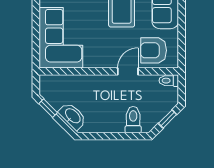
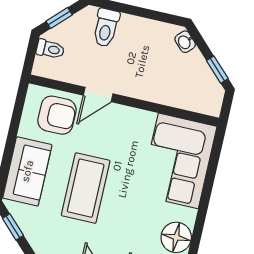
toilet: (169, 81) -> (50, 49), moved
washbasin: (72, 116) -> (185, 42), width x0.52, depth x0.69

